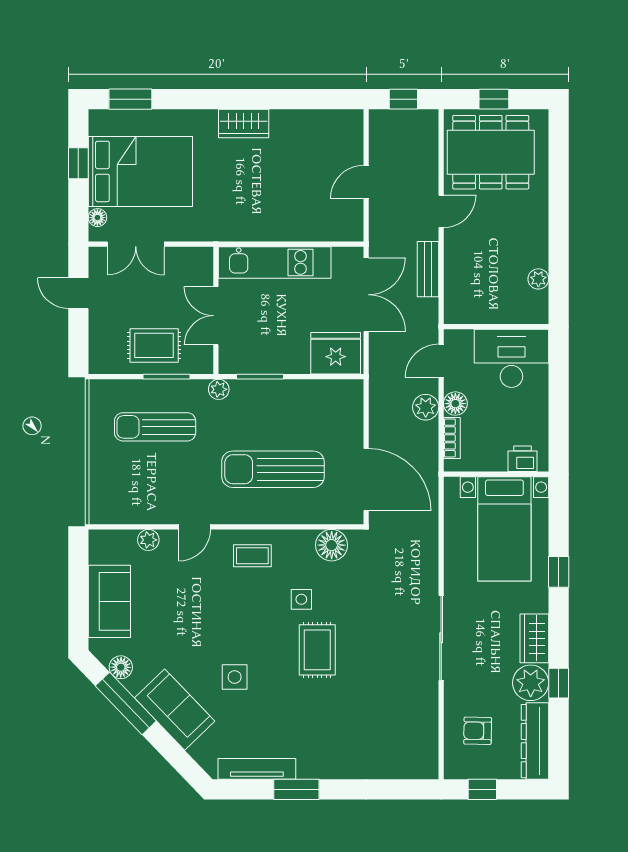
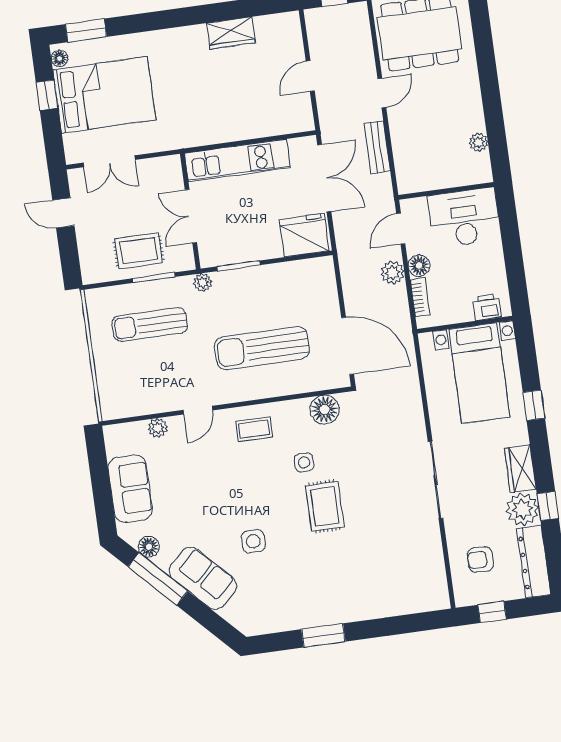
wardrobe: (244, 123) -> (231, 33), moved
floor lamp: (97, 218) -> (60, 58), moved
tv unit: (257, 769) -> (285, 622), removed

